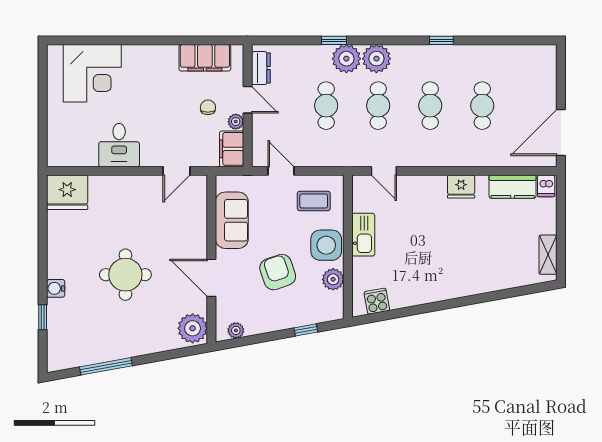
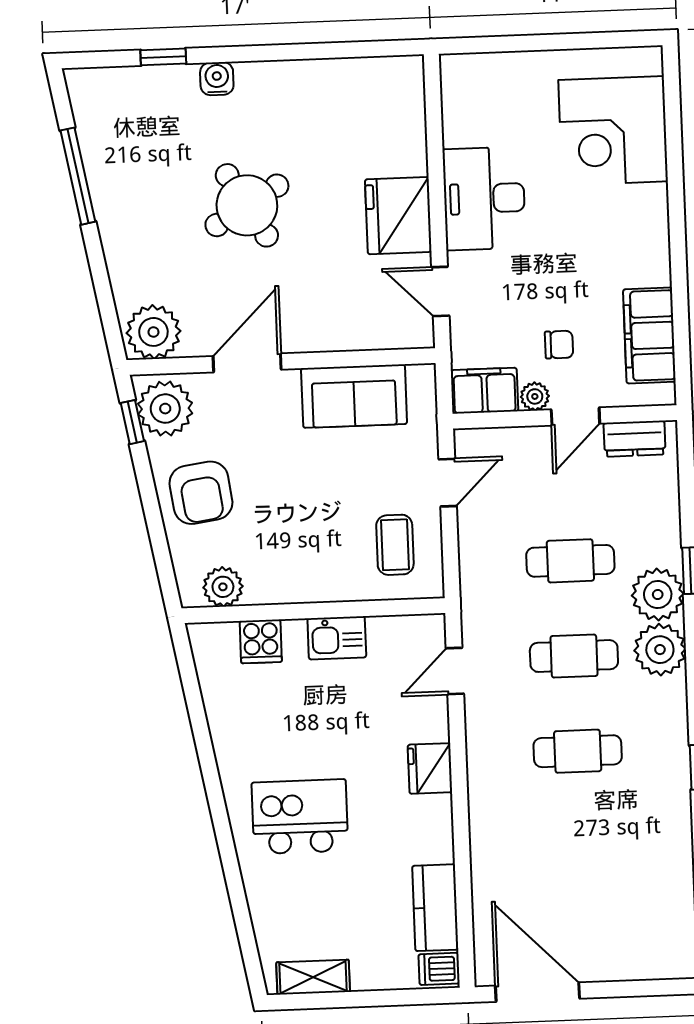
cafe table: (482, 106) -> (581, 846), removed
desk: (119, 145) -> (484, 198), width x1.37
fridge: (461, 187) -> (430, 768), moved
fridge: (67, 192) -> (398, 216), moved
kitchen sink: (363, 235) -> (337, 638), width x0.73
side table: (326, 245) -> (315, 571), removed
kitchen island: (460, 259) -> (300, 817), added
armchair: (278, 272) -> (201, 493), moved, turned 101
round table: (125, 275) -> (247, 205), turned -31
plant: (333, 279) -> (223, 587), moved
cooker: (377, 301) -> (261, 641), moved, turned 100
plant: (236, 330) -> (165, 409), width x1.88, depth x1.88
window: (306, 330) -> (132, 422), moved

